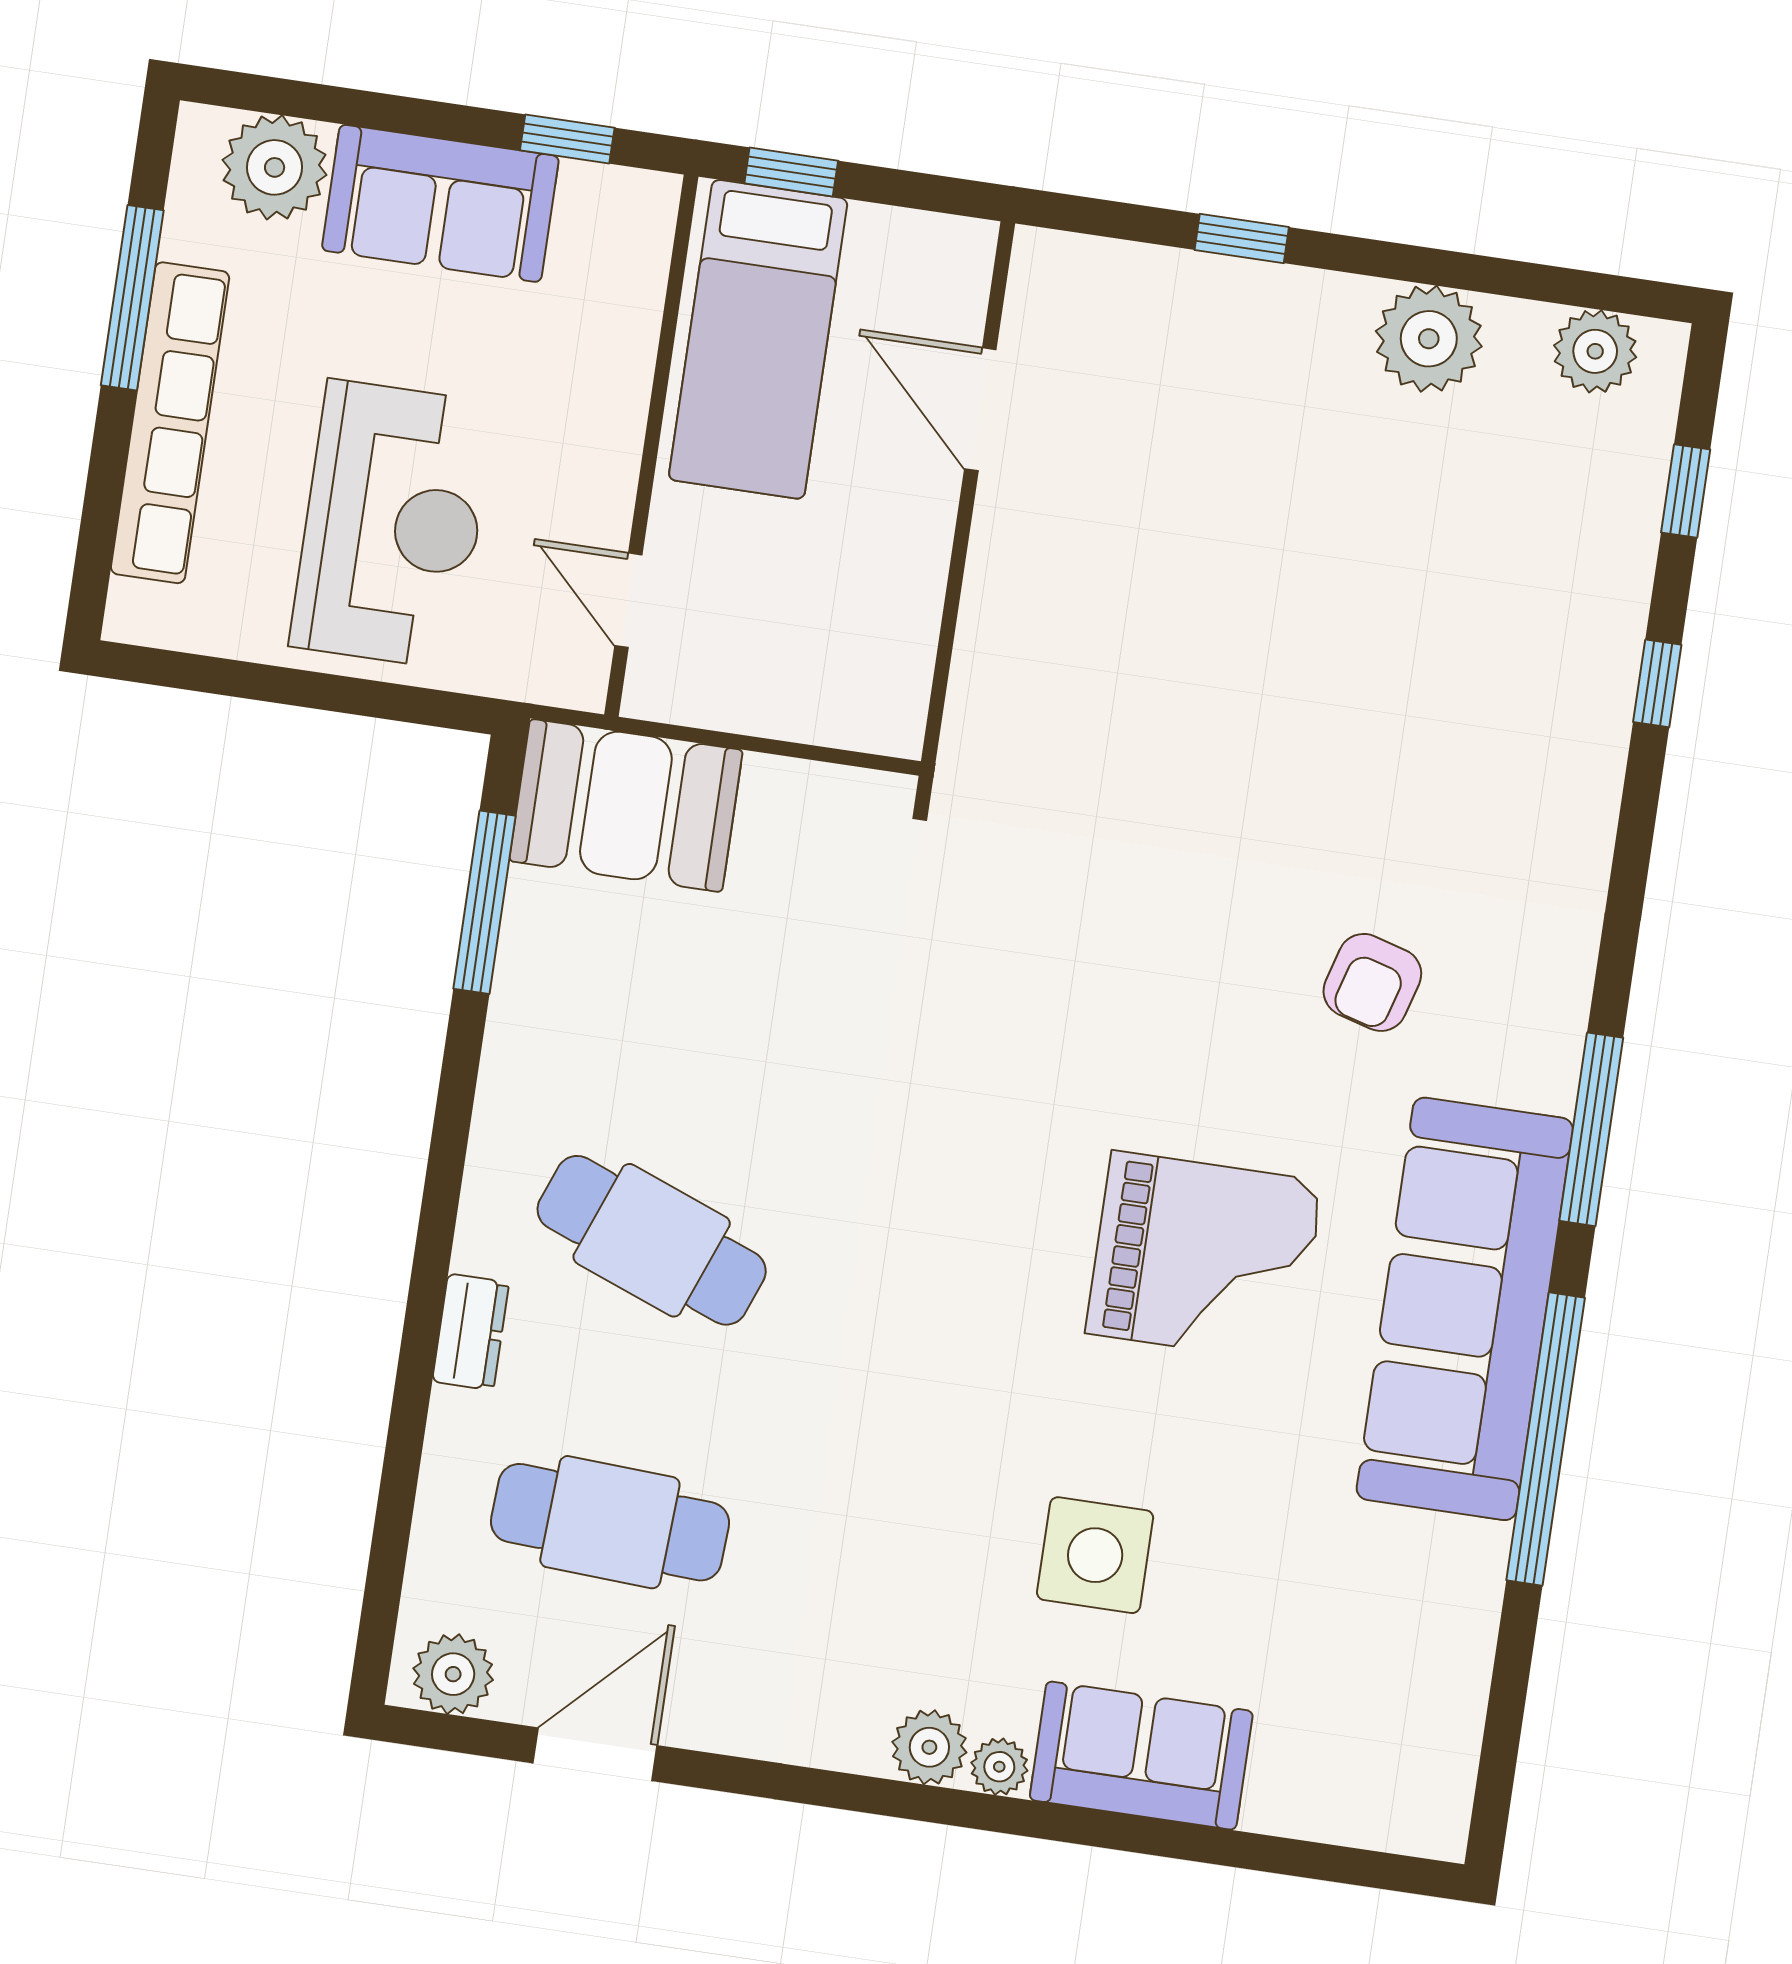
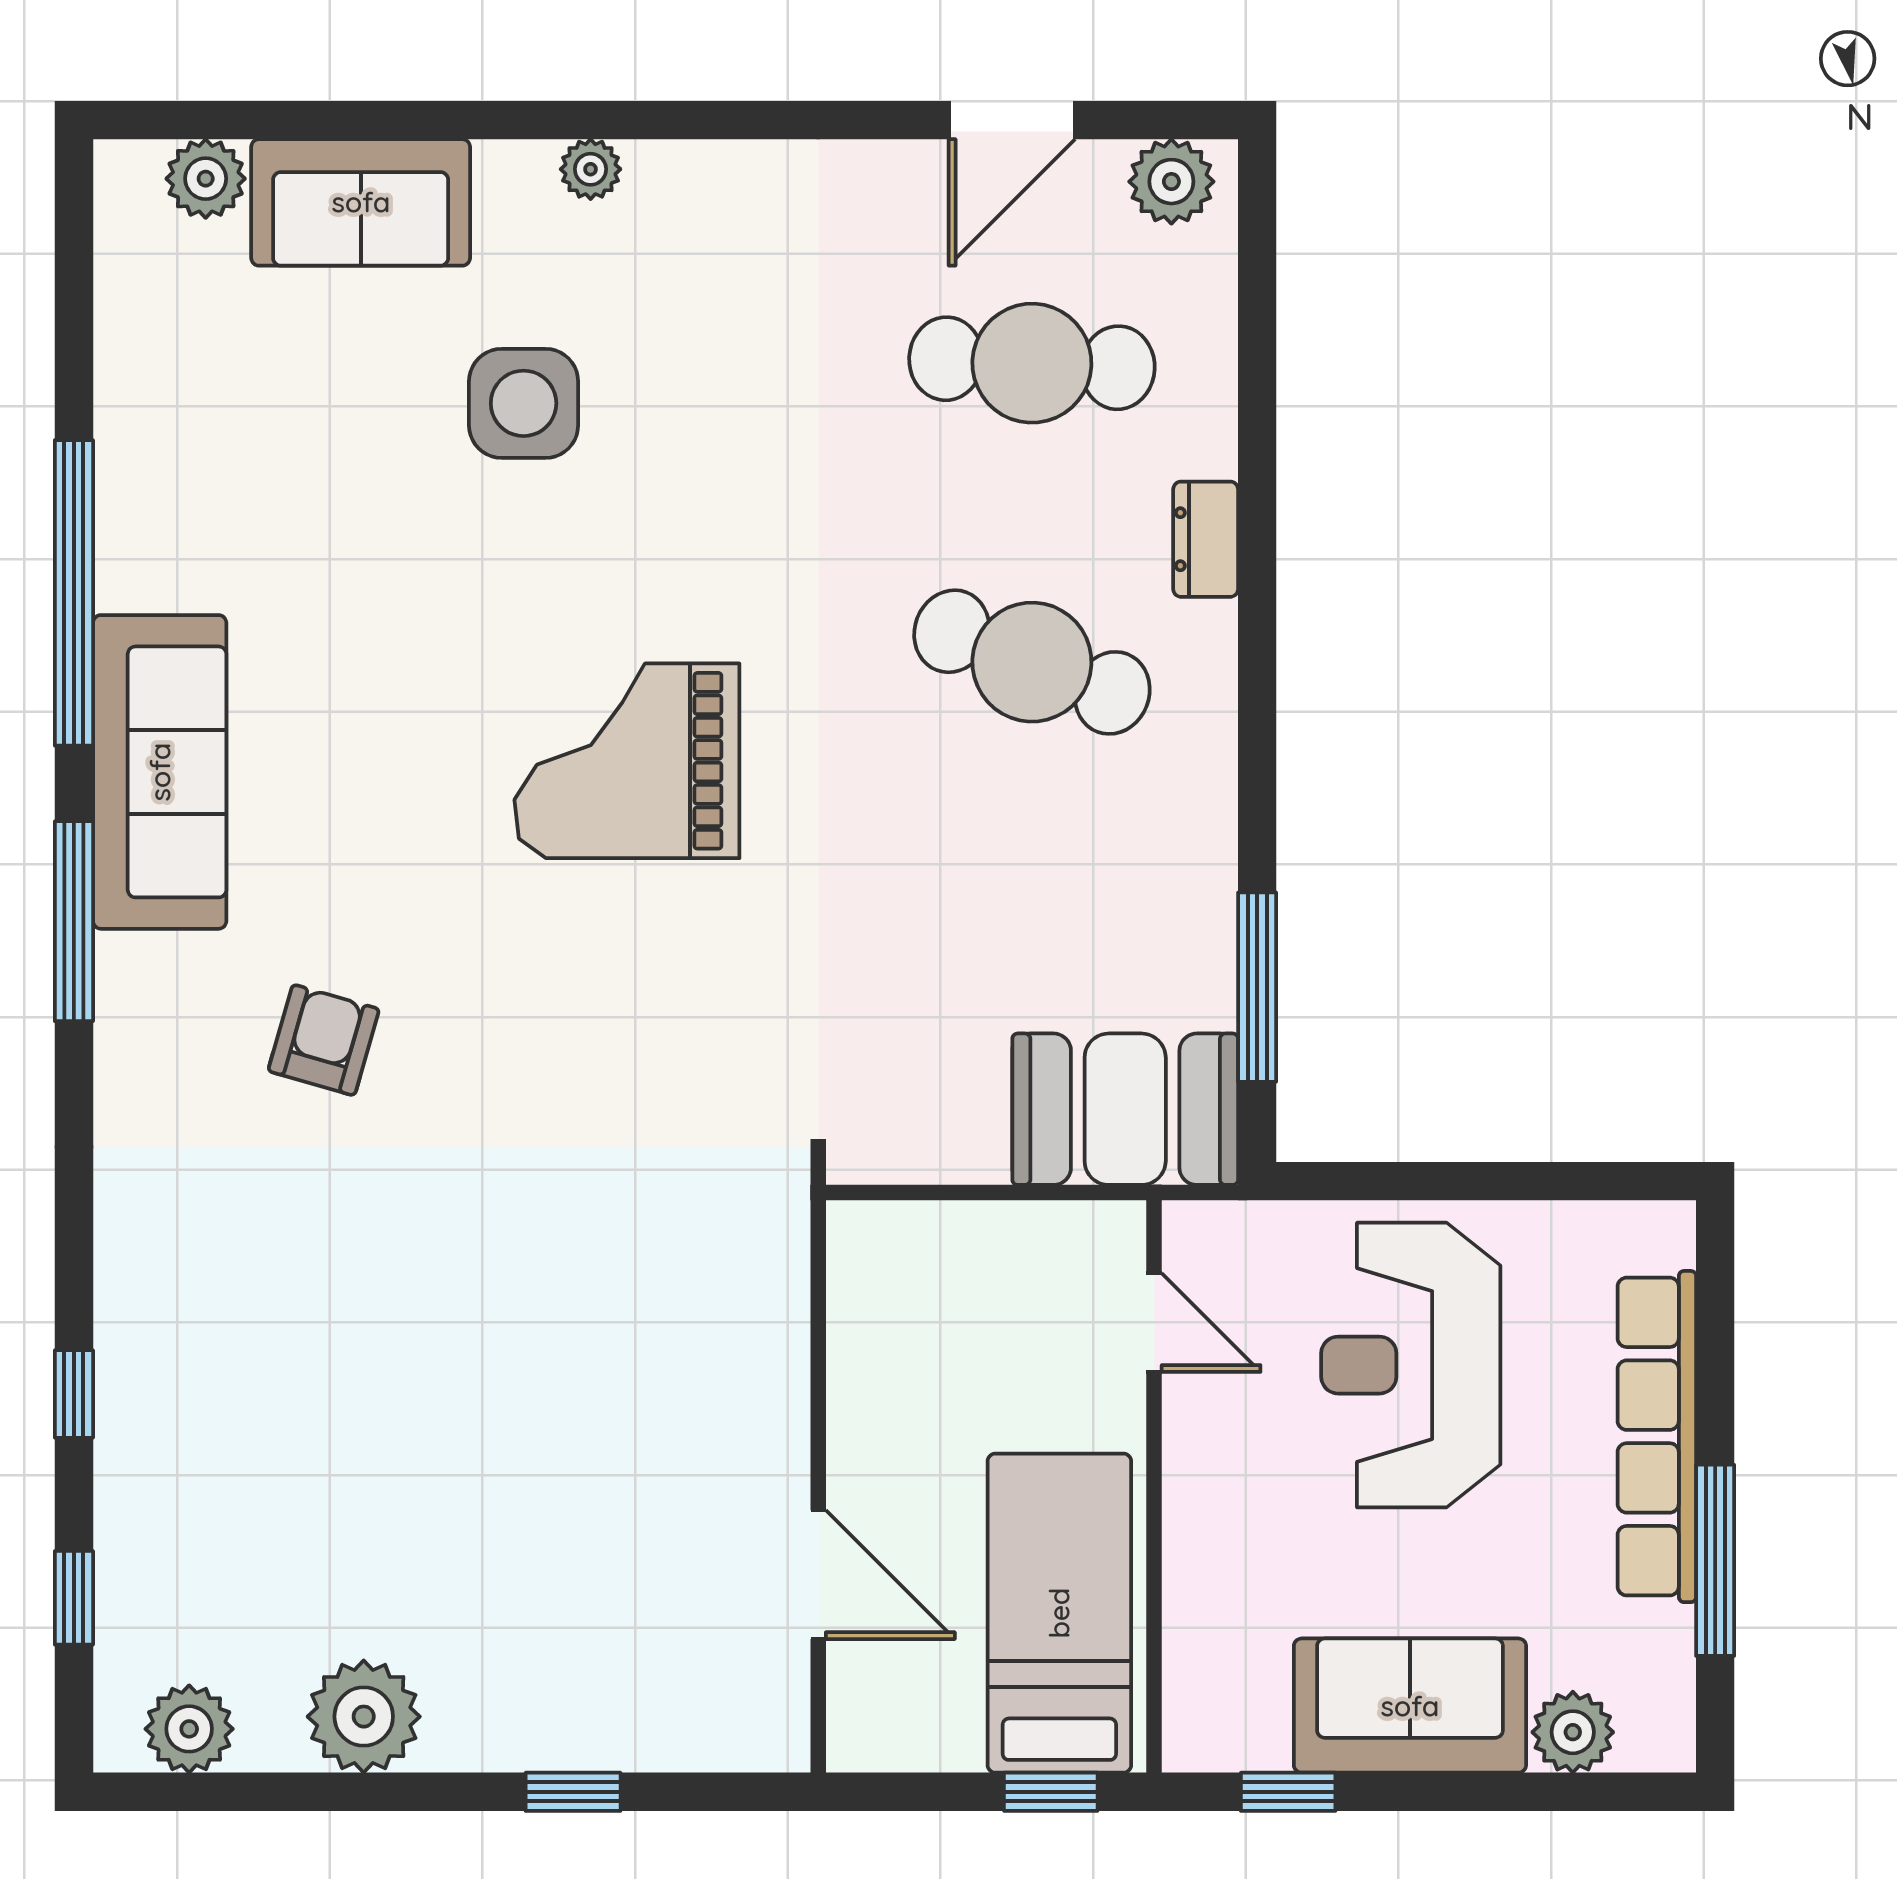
plant: (275, 167) -> (1573, 1732), width x0.73, depth x0.73
grand piano: (1204, 1257) -> (627, 761), moved
sofa: (1465, 1309) -> (160, 772), width x0.74, depth x0.79
plant: (929, 1747) -> (206, 179), moved
sofa: (1141, 1756) -> (361, 202), moved

